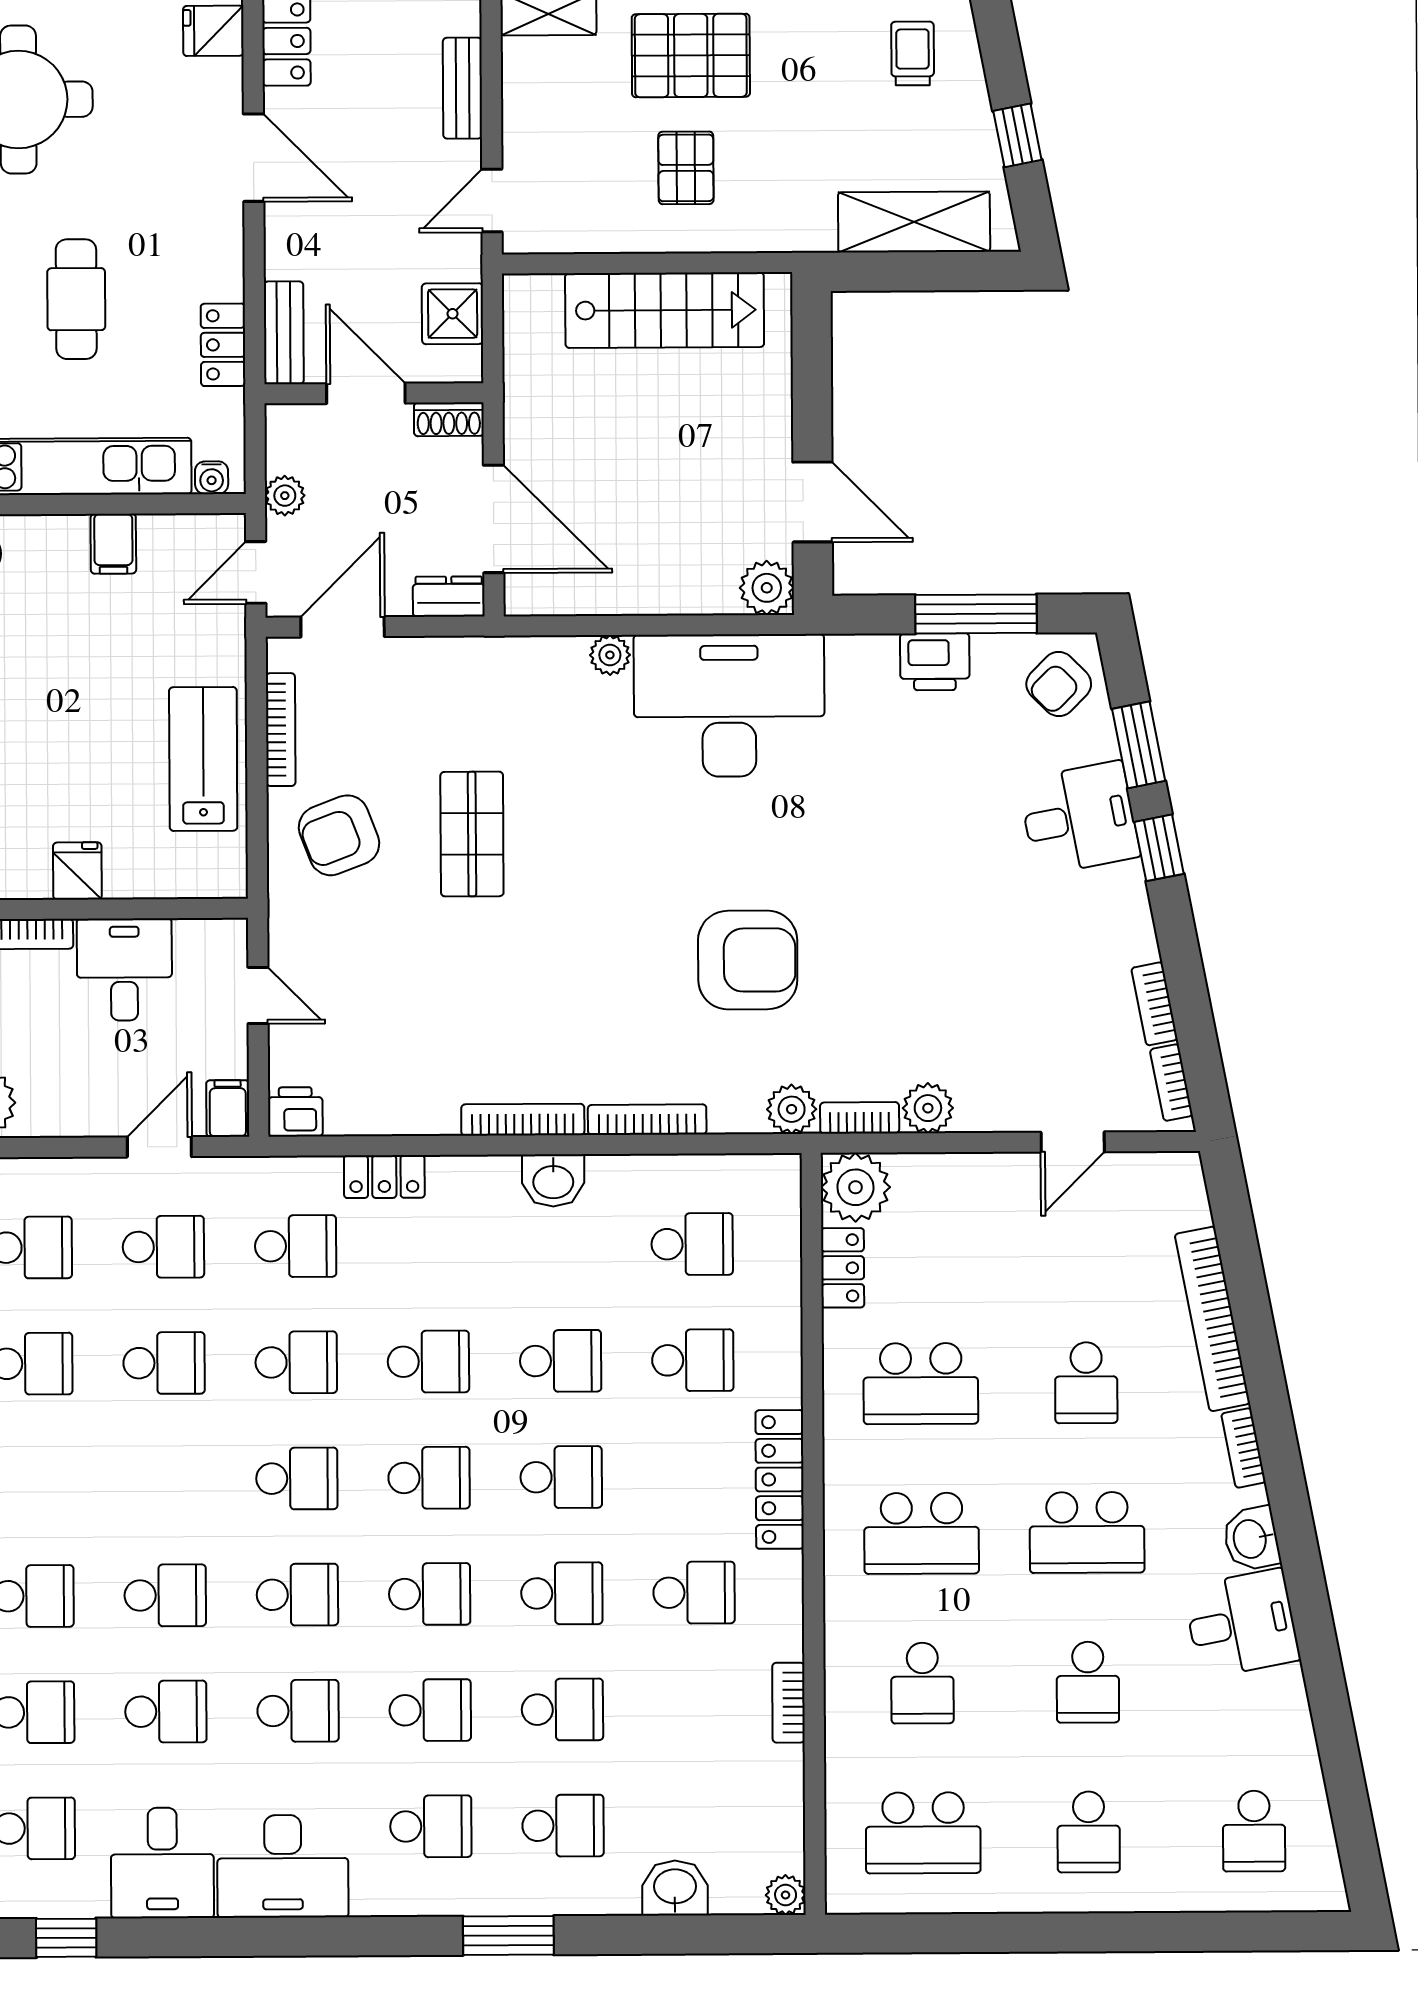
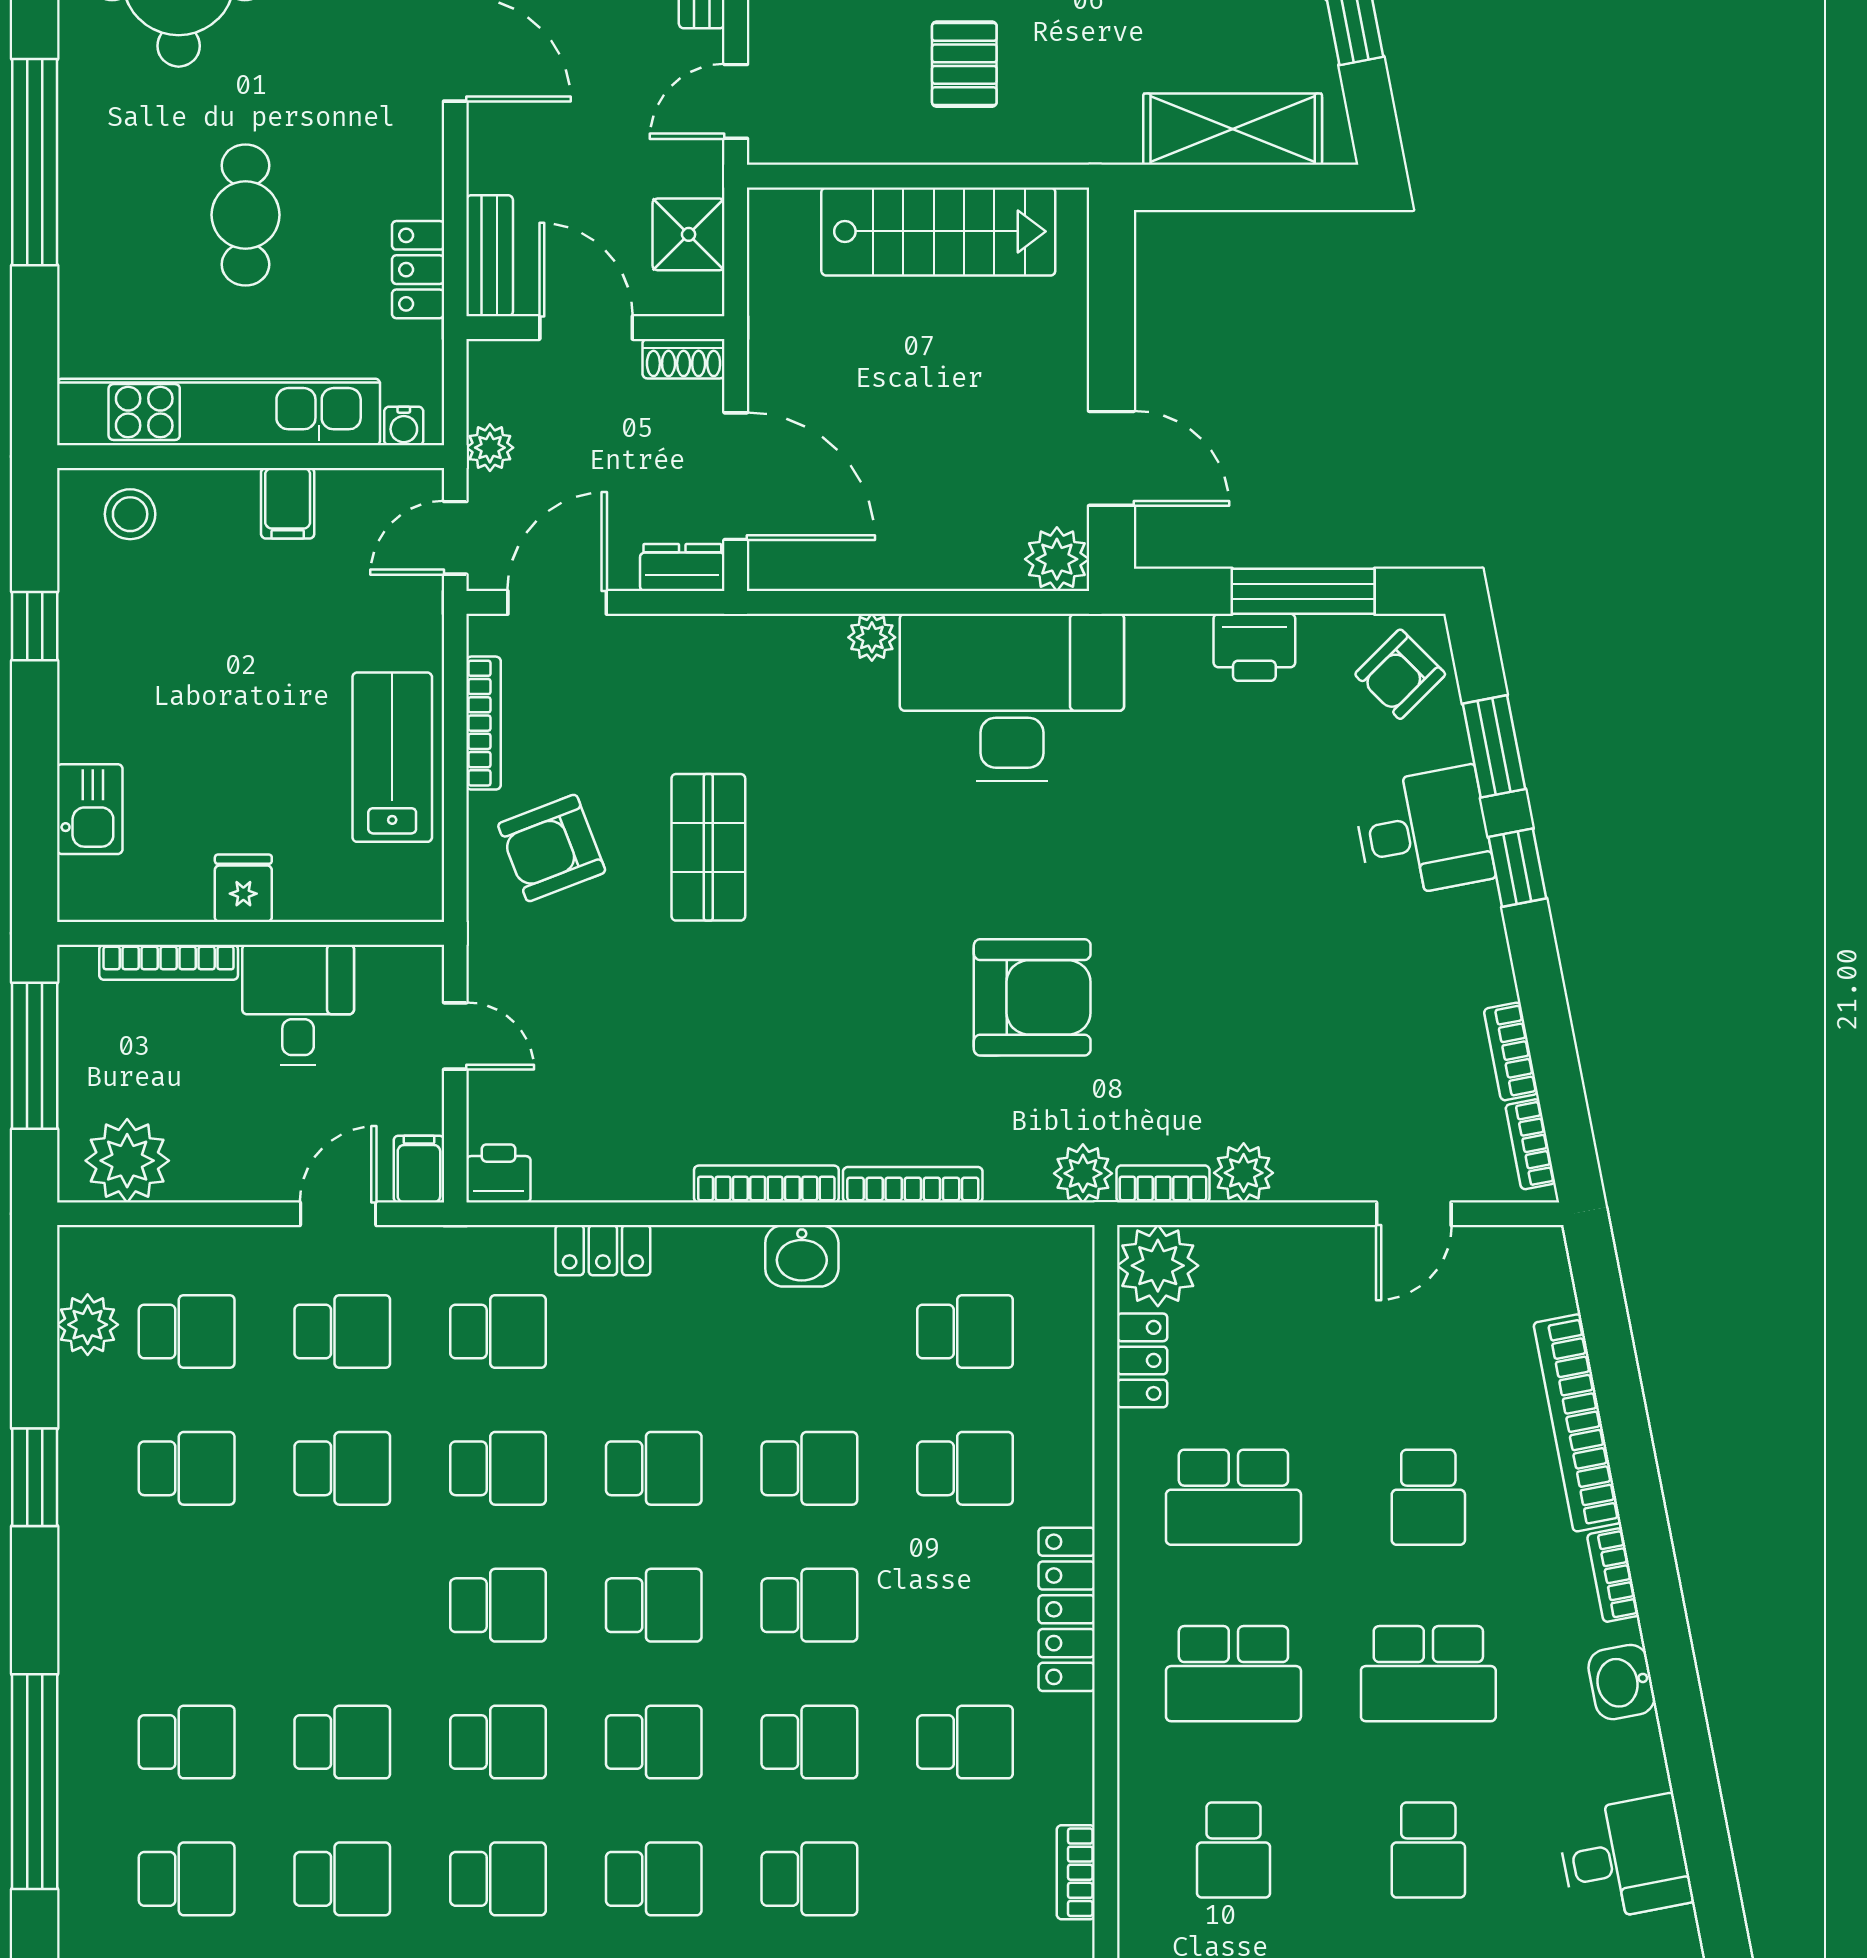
desk: (1242, 1624) -> (1625, 1858), moved

